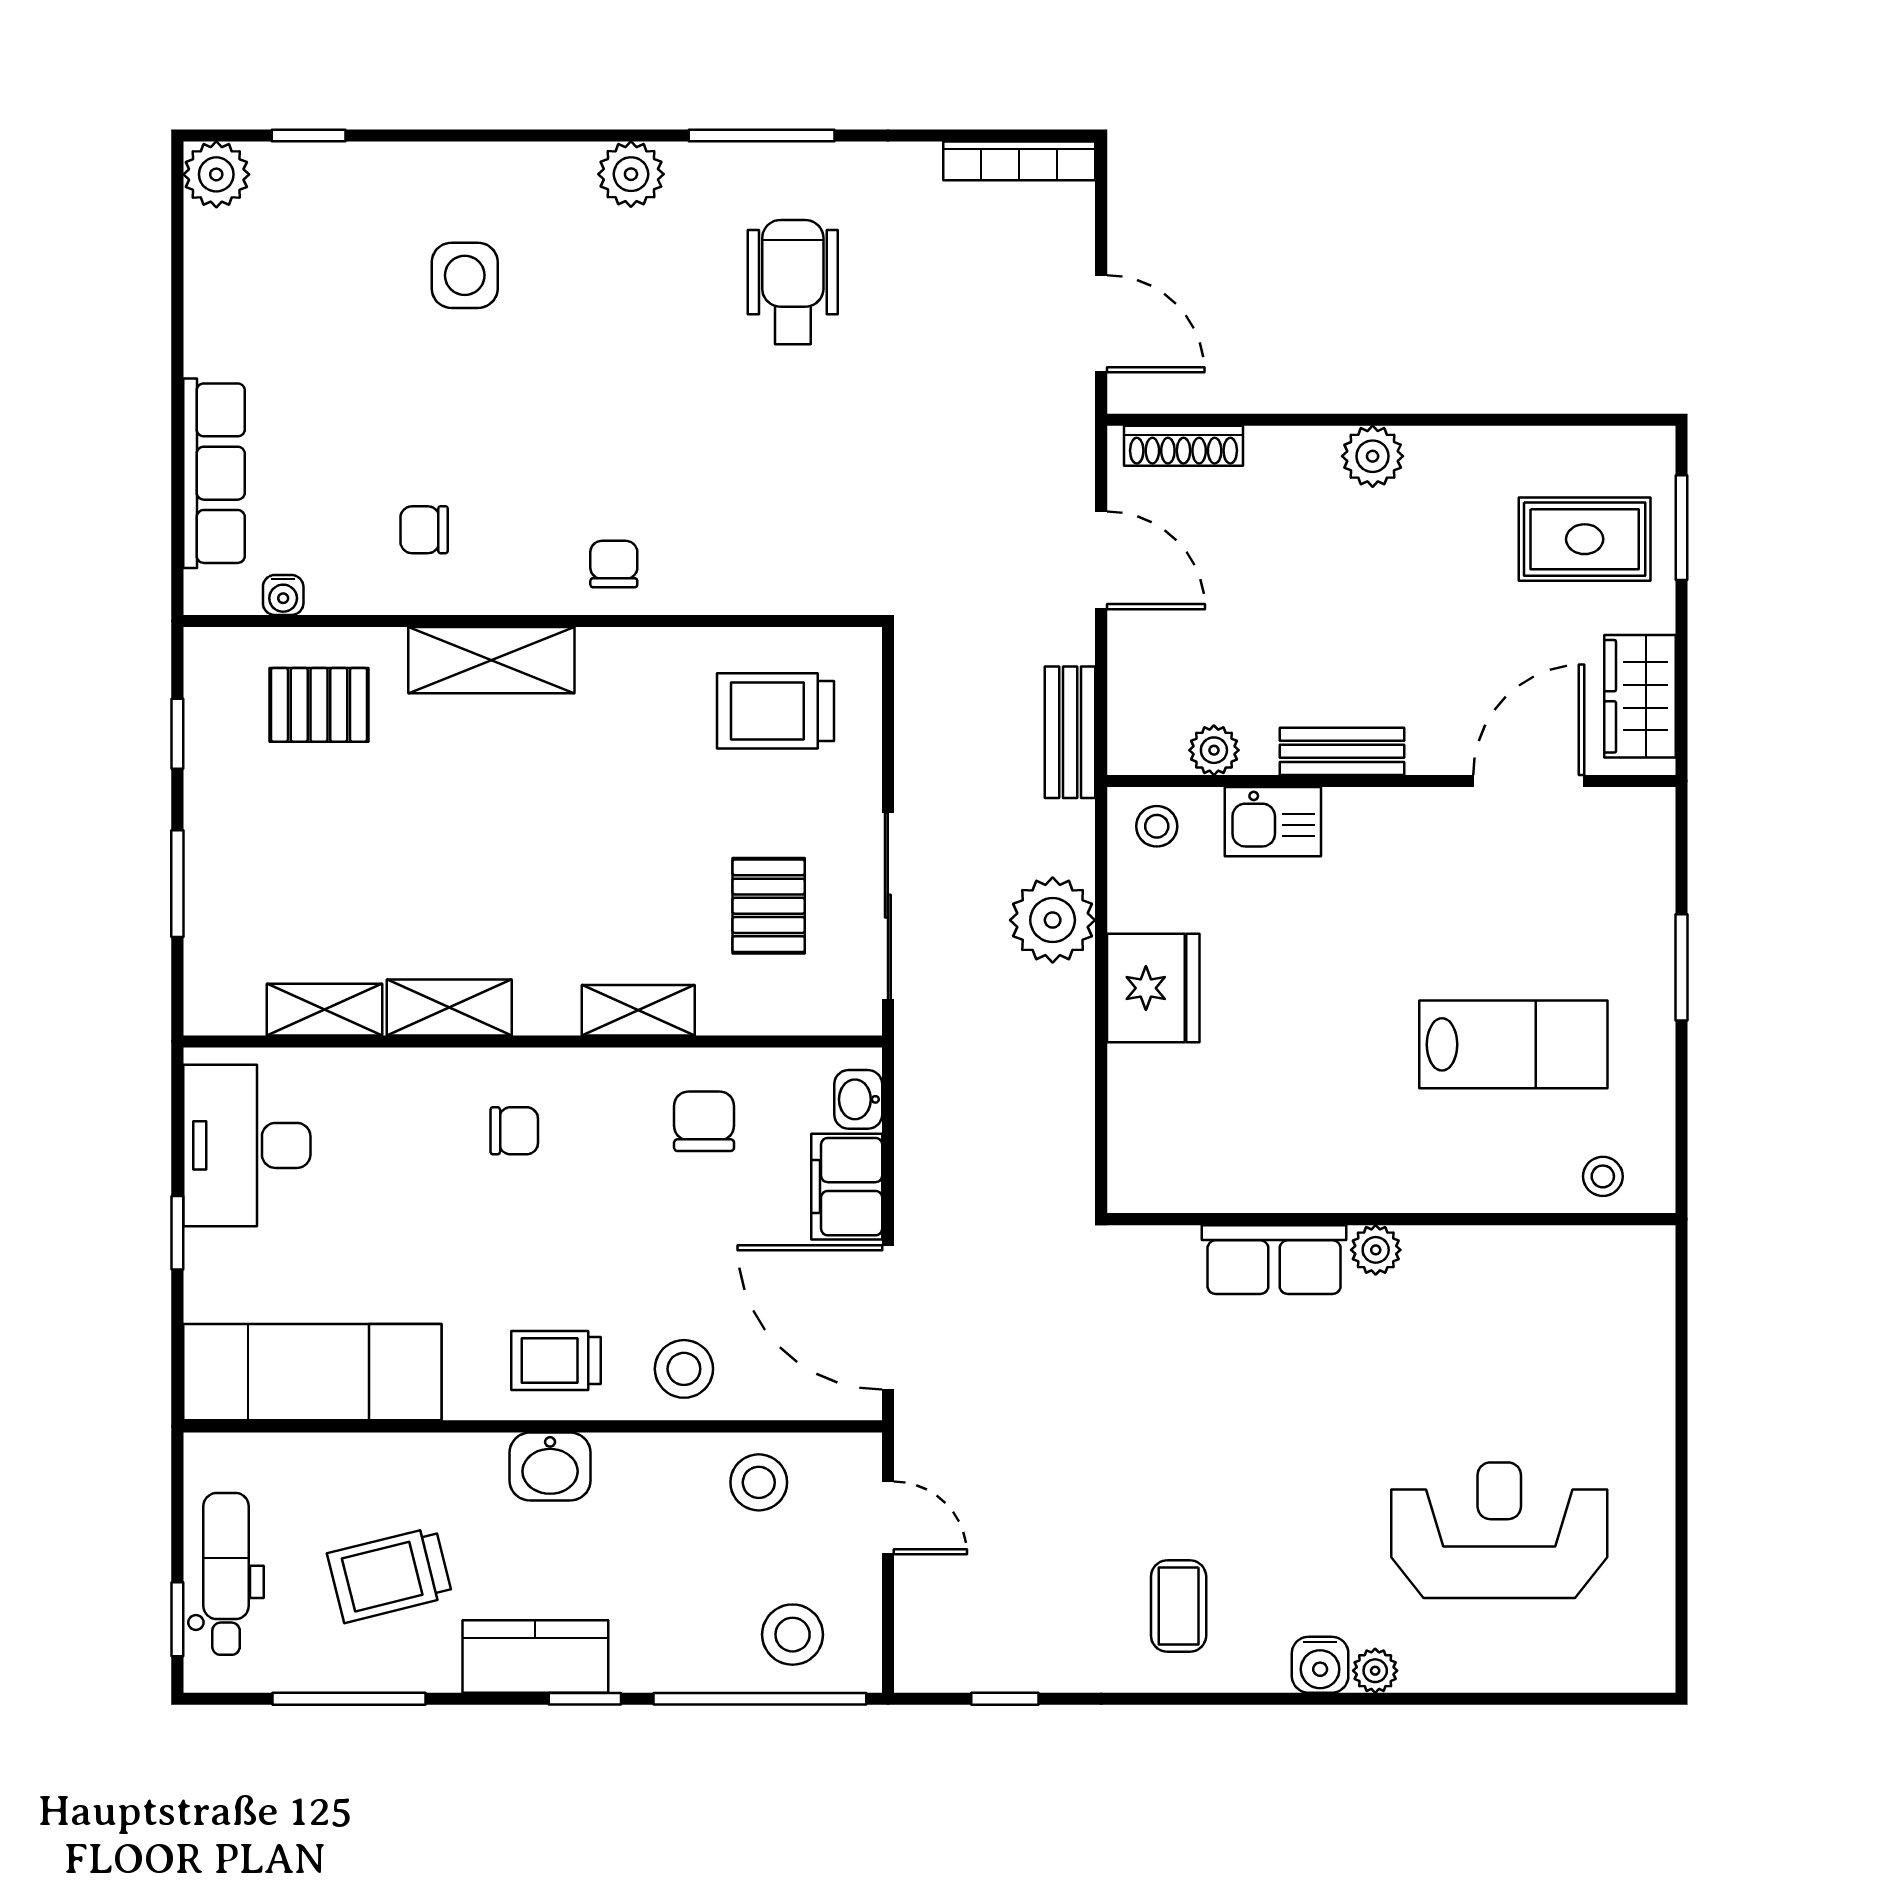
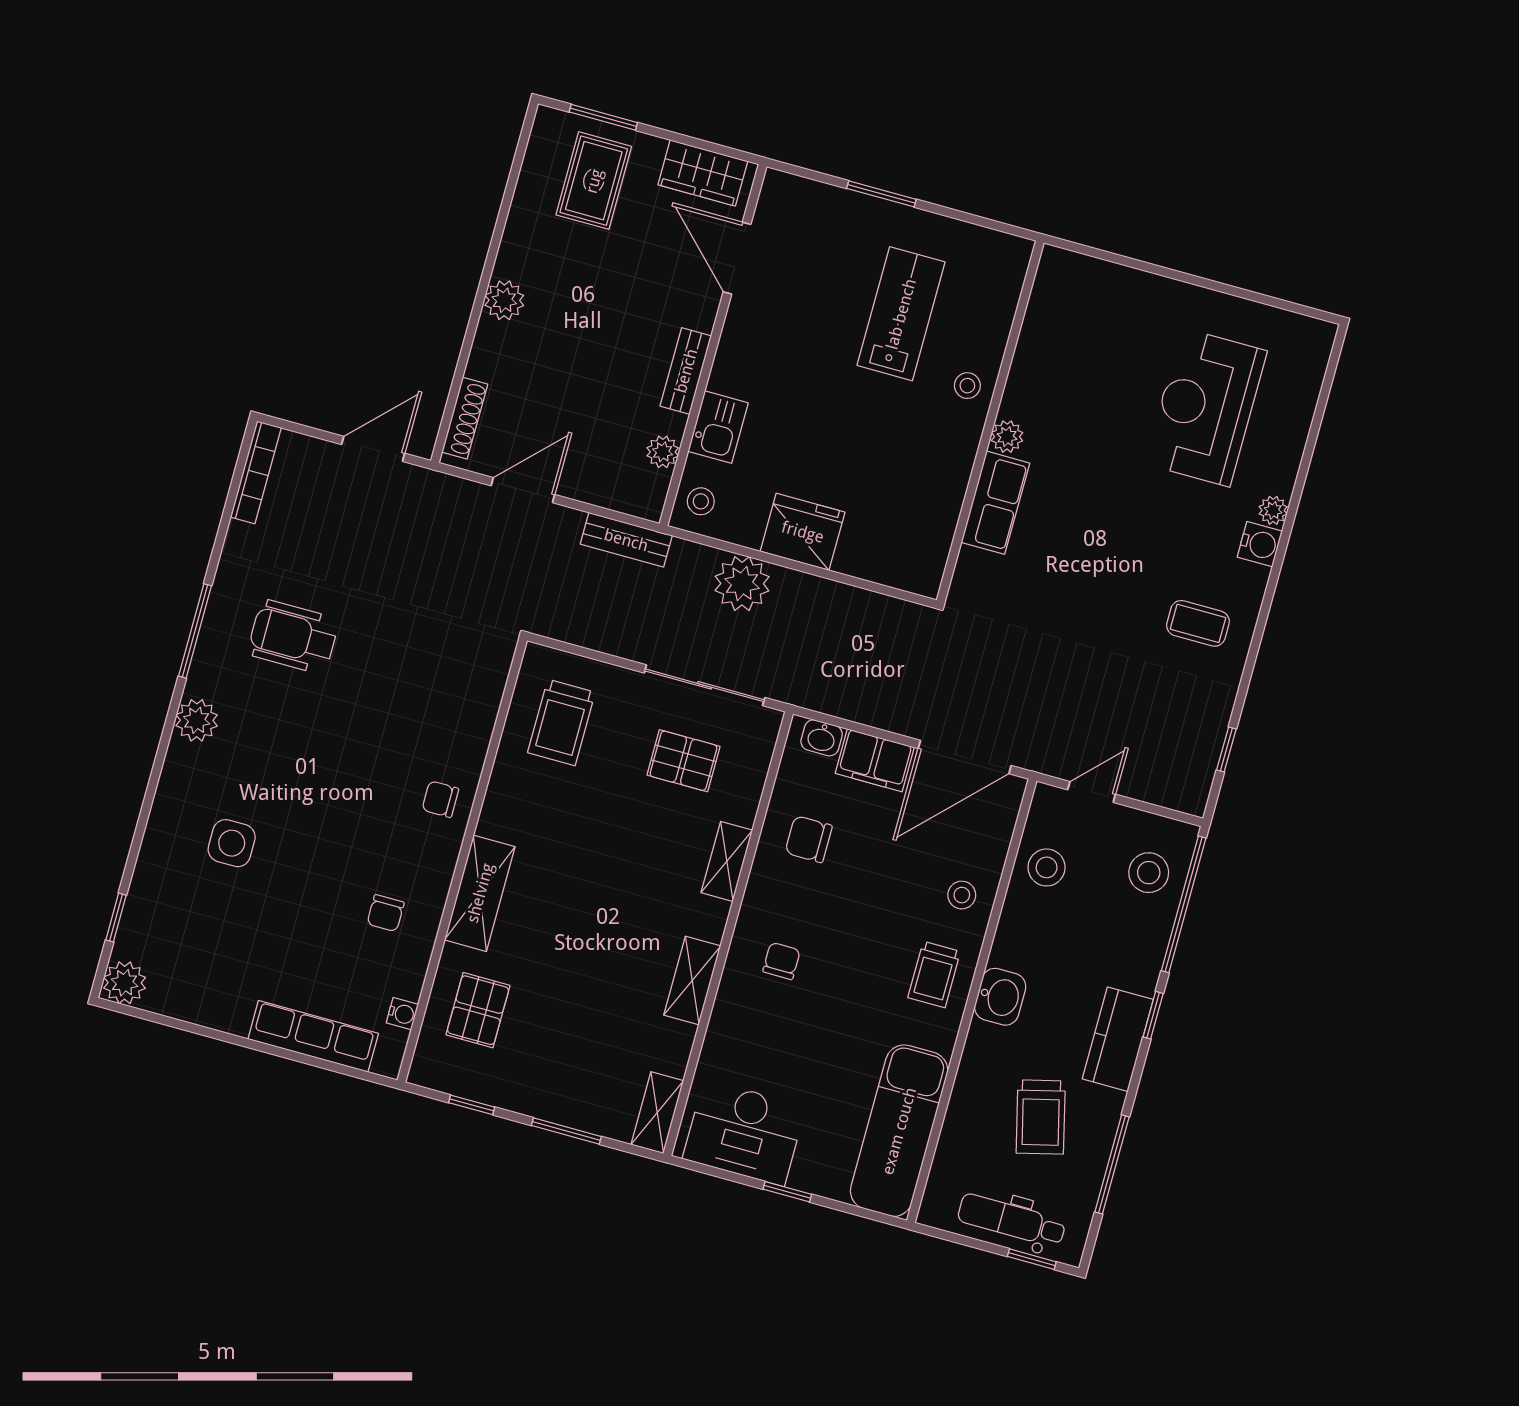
shelving: (324, 1010) -> (657, 1113), moved
stool: (1603, 1176) -> (967, 386), moved
stool: (684, 1369) -> (962, 895), width x0.73, depth x0.73

